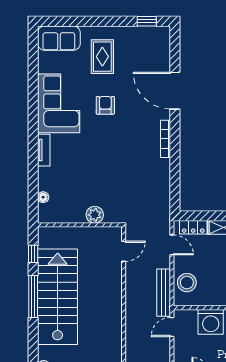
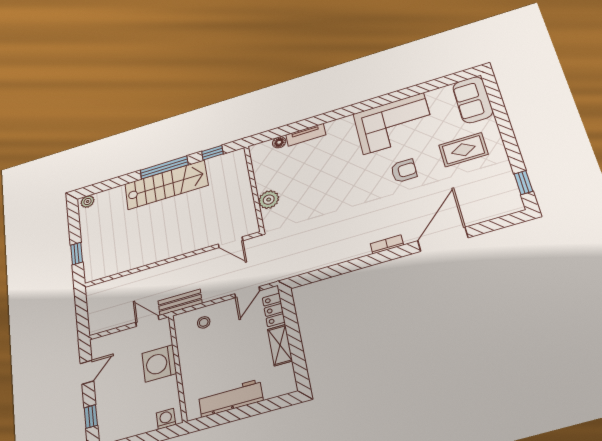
bookcase: (165, 139) -> (387, 244), width x0.64
tv unit: (44, 150) -> (306, 135), moved
stool: (187, 283) -> (204, 322), width x0.53, depth x0.53
bench: (164, 293) -> (180, 302), width x0.73
stairs: (58, 297) -> (166, 185), width x0.73, depth x0.66

